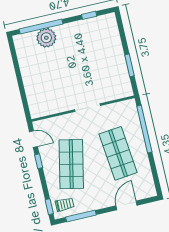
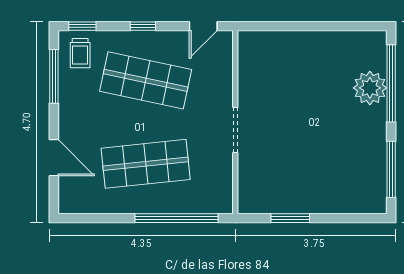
window: (89, 15) -> (391, 169), width x2.17
window: (39, 161) -> (143, 26), moved

